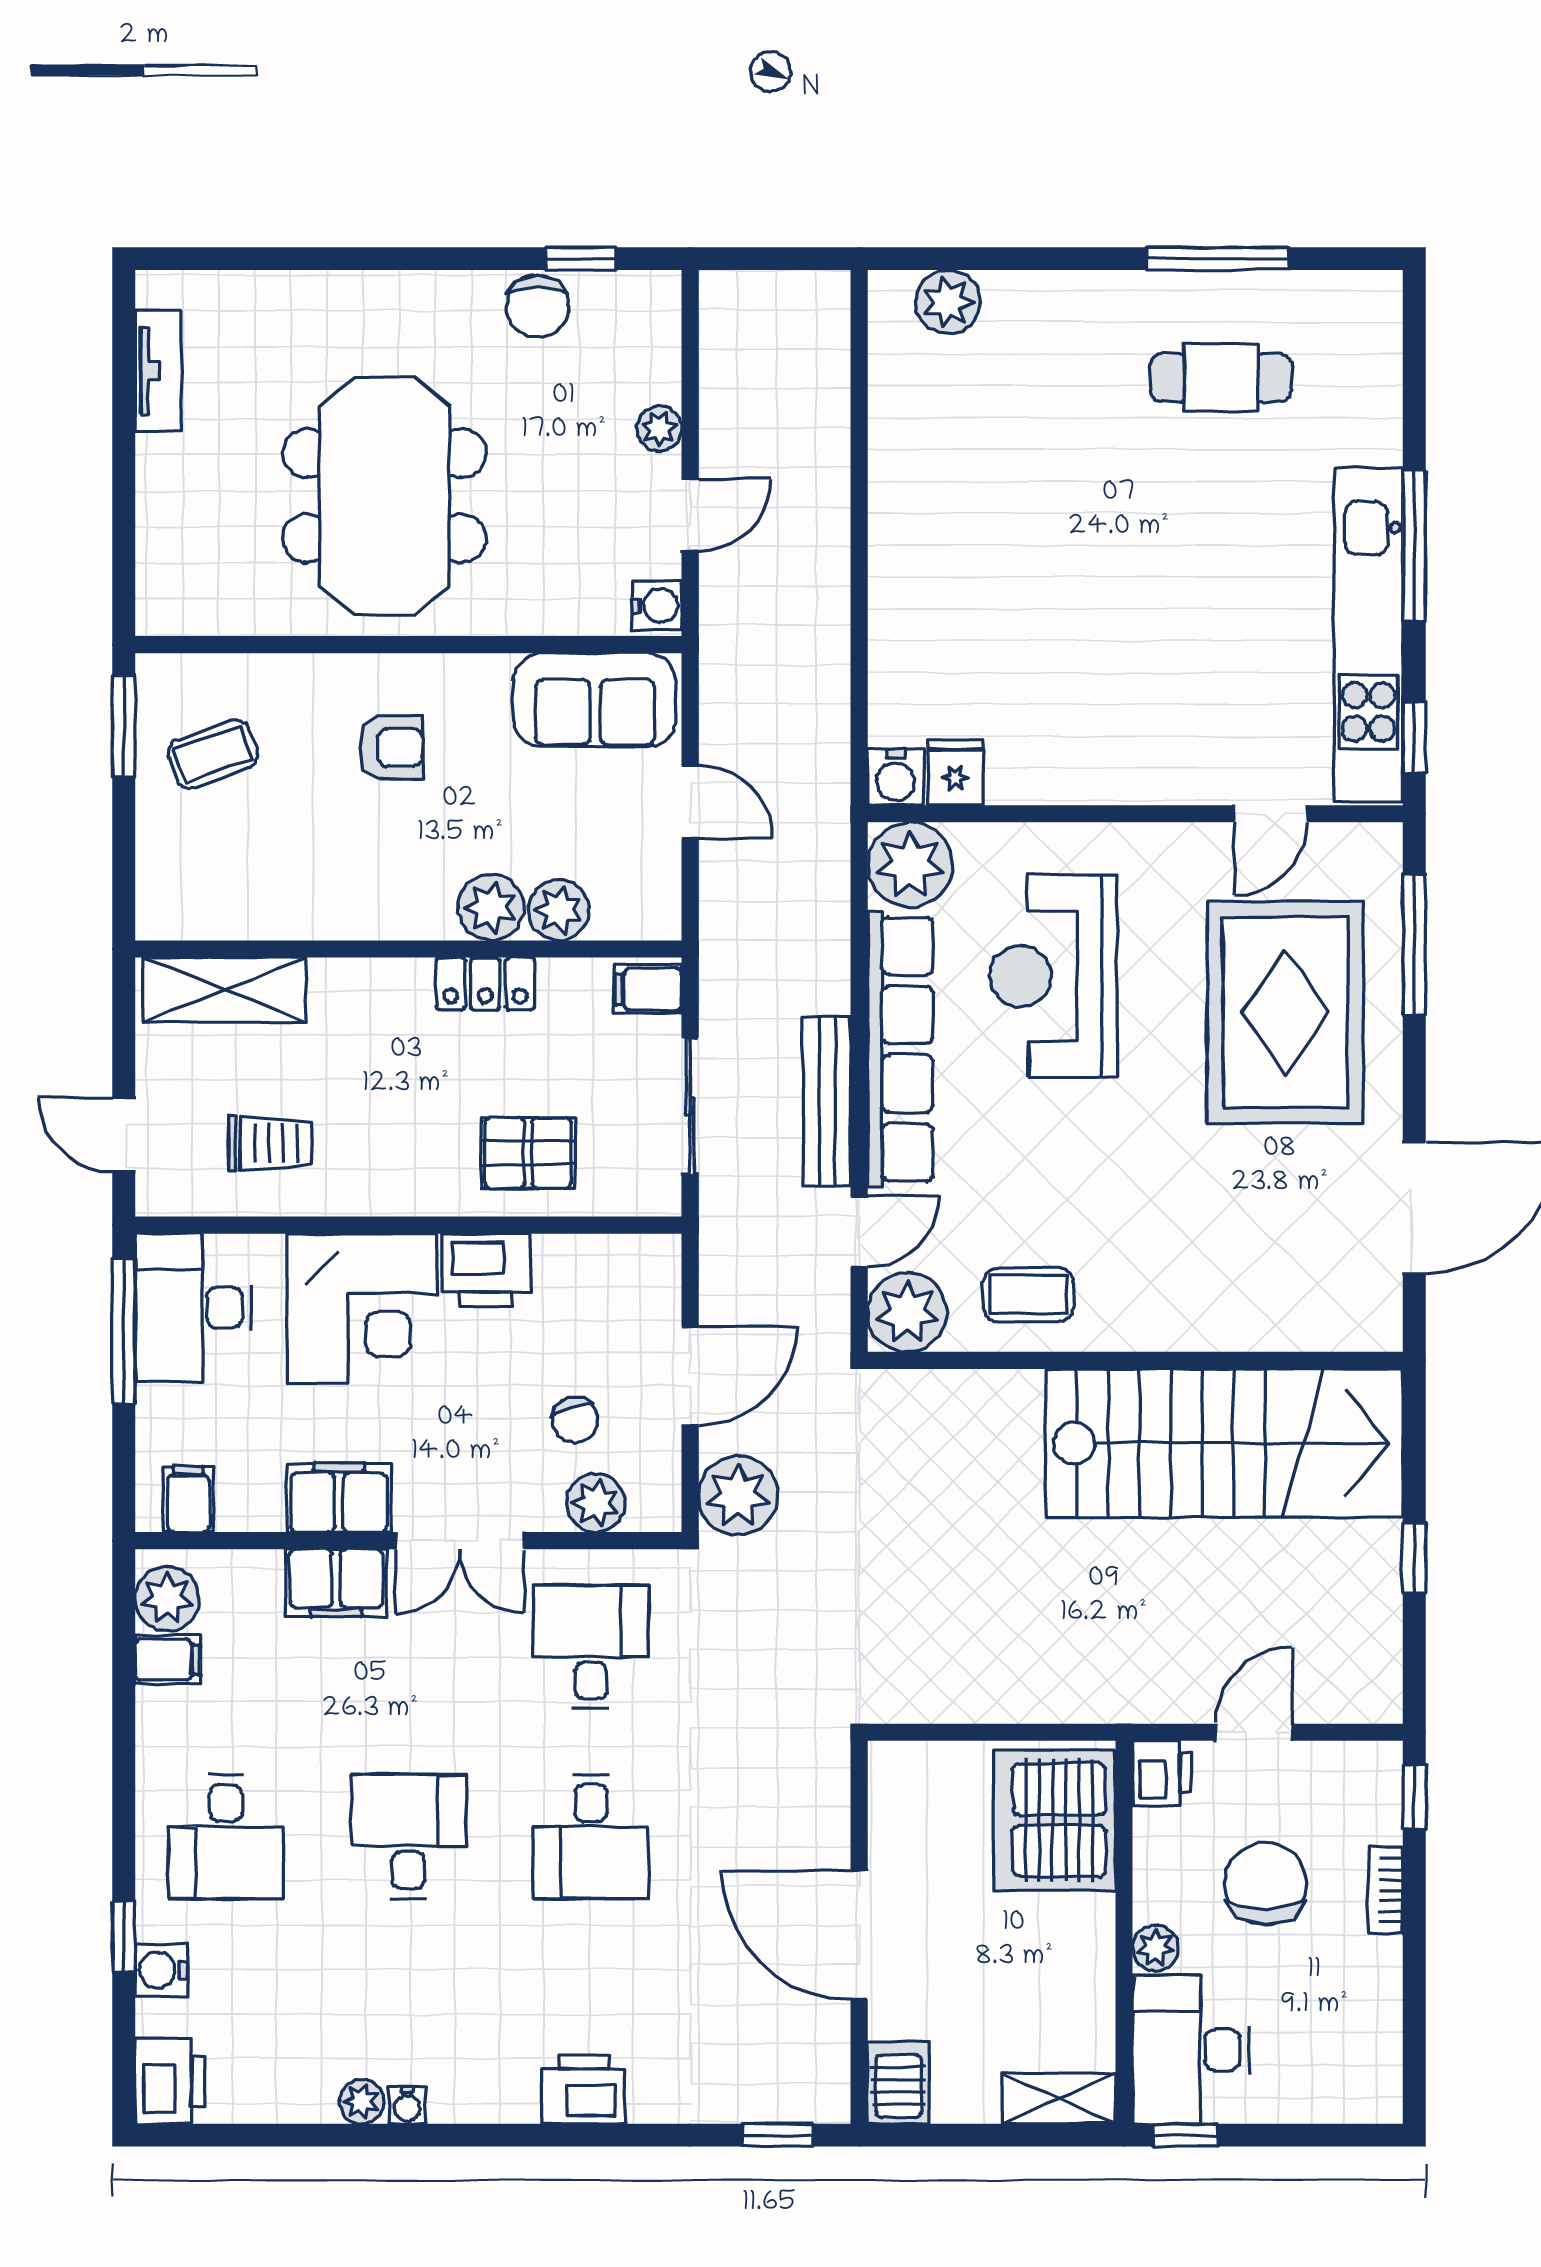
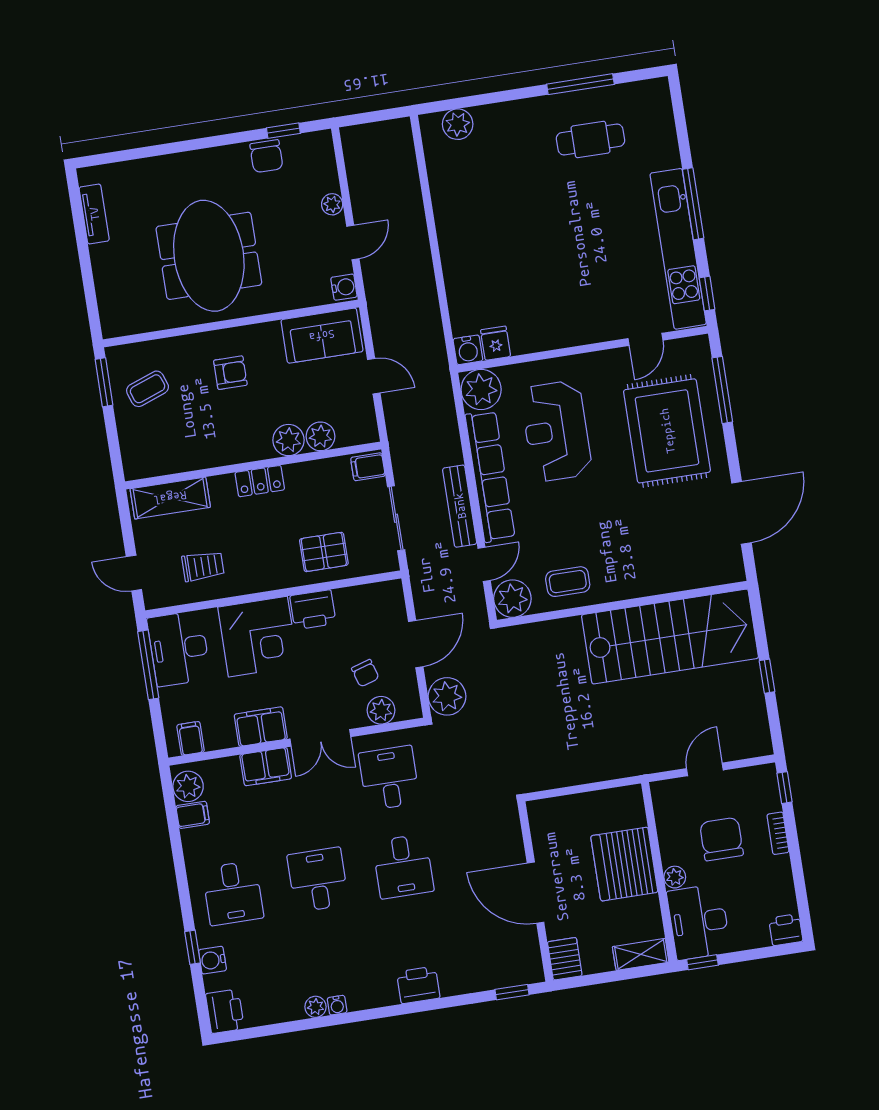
locker: (485, 984) -> (260, 481), moved
printer: (1162, 1773) -> (786, 930), moved, turned -90
server rack: (1054, 1820) -> (624, 864), moved

